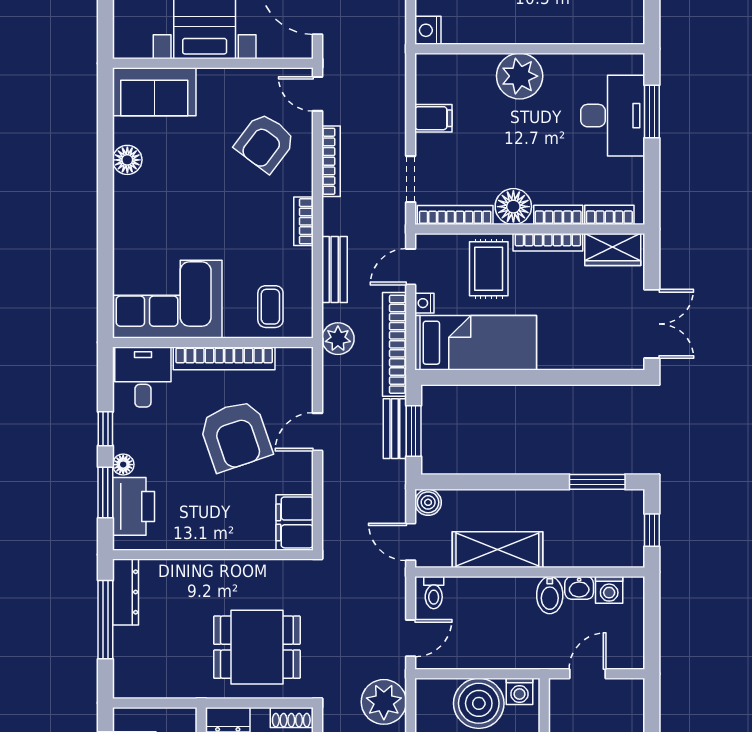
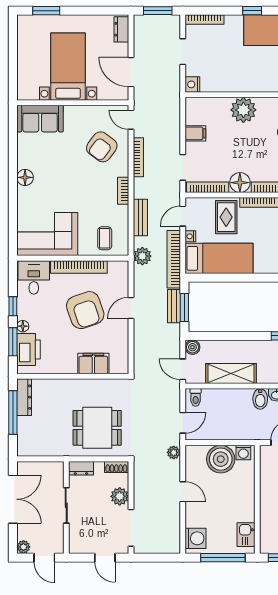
floor lamp: (127, 160) -> (25, 177), moved
filing cabinet: (295, 522) -> (93, 364), moved, turned 90
plant: (384, 702) -> (174, 452), width x0.53, depth x0.53

